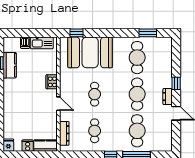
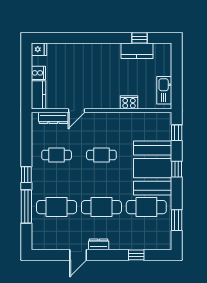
window: (106, 33) -> (177, 169), added
dishwasher: (25, 43) -> (164, 70), removed
booth: (90, 52) -> (153, 168), moved
cooker: (52, 82) -> (129, 102), moved
window: (176, 83) -> (136, 255), moved
door: (58, 104) -> (76, 111), moved

